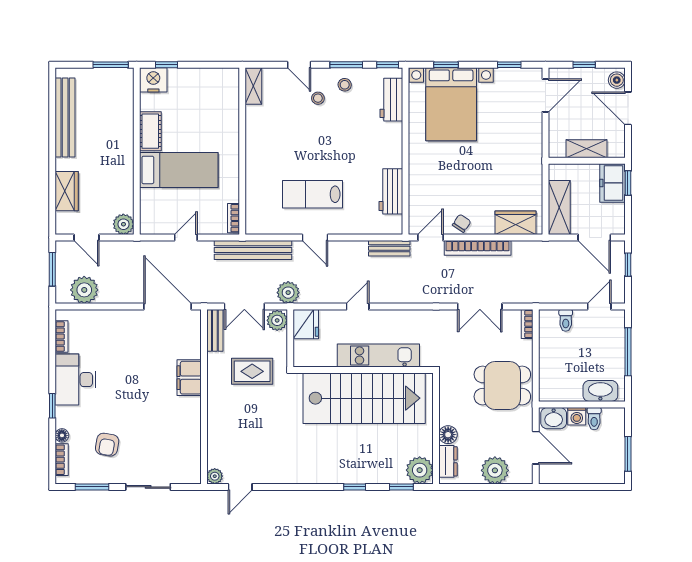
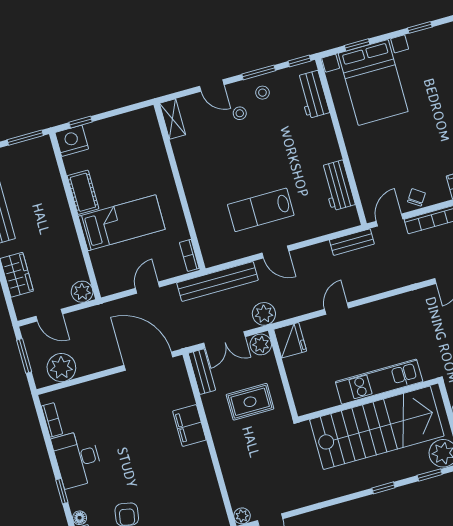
kitchen unit: (378, 355) -> (379, 382), moved
wall: (363, 370) -> (368, 400), moved
stairs: (364, 398) -> (377, 428), moved

